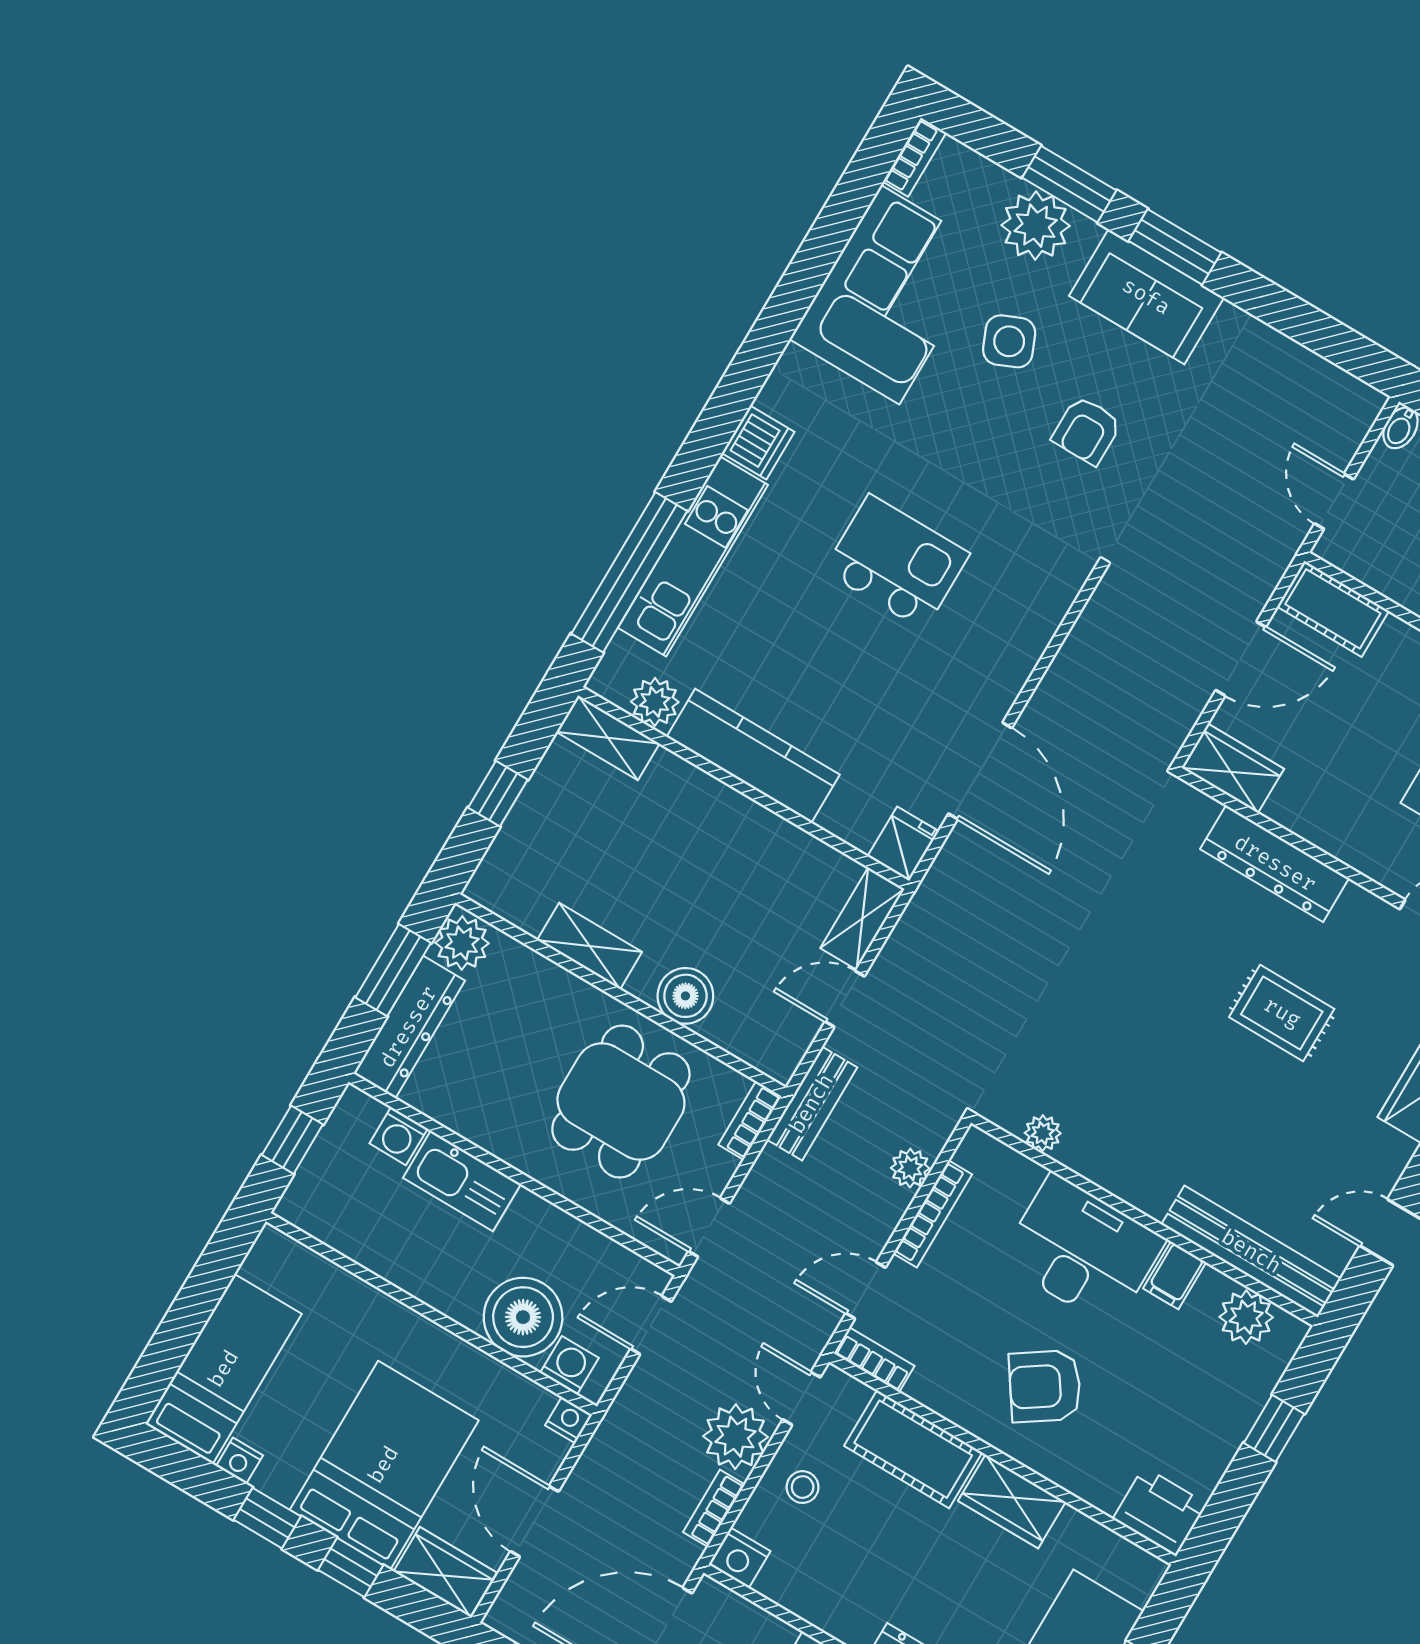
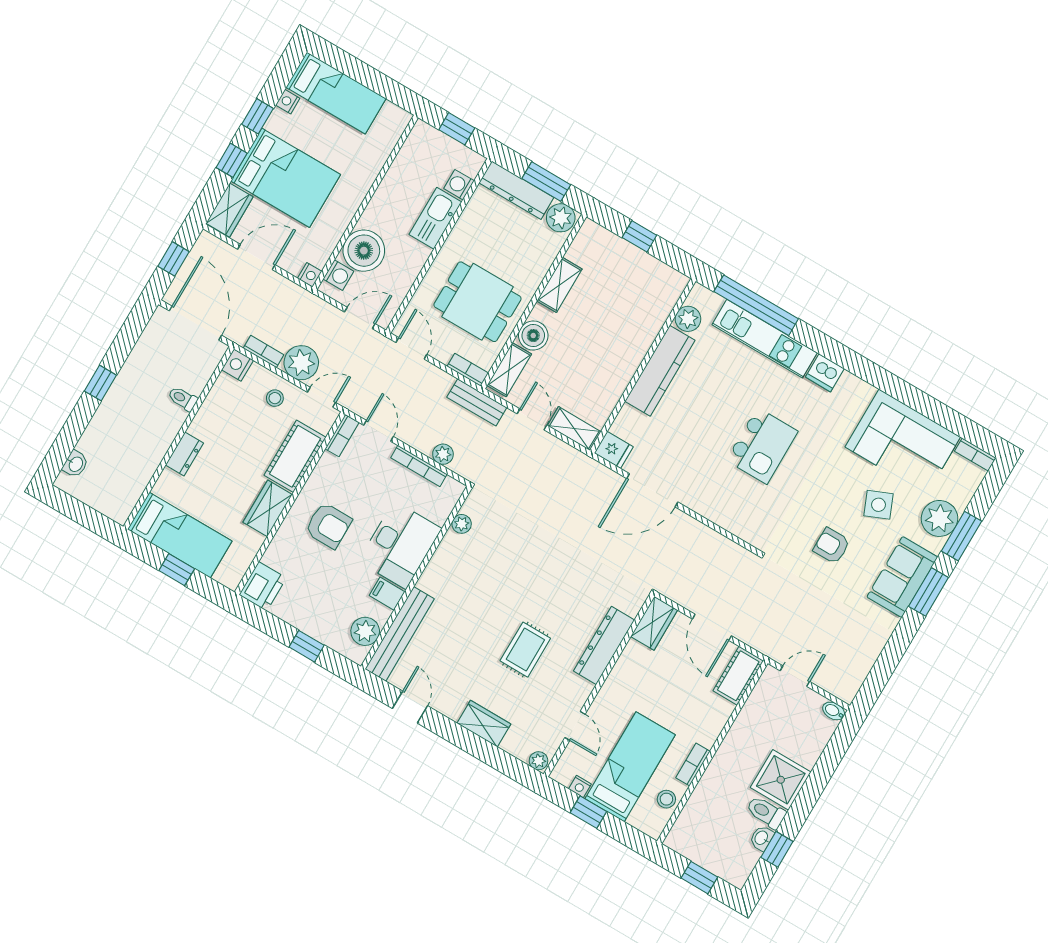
shelving: (608, 738) -> (509, 370), moved
door: (651, 1325) -> (360, 318), hinge flipped
armchair: (1045, 1386) -> (328, 526), turned 124

